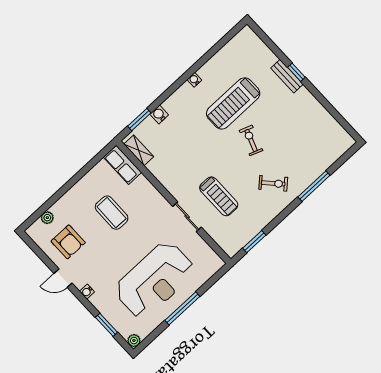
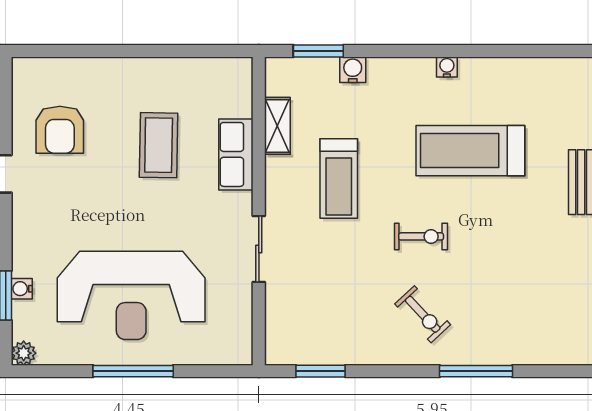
exercise bike: (251, 140) -> (421, 236), moved, turned 70
shelving: (139, 150) -> (277, 126), moved
row of seats: (122, 165) -> (236, 154), moved
treadmill: (219, 196) -> (339, 179), moved
plant: (47, 218) -> (62, 69), removed
water cooler: (87, 292) -> (22, 289), moved

